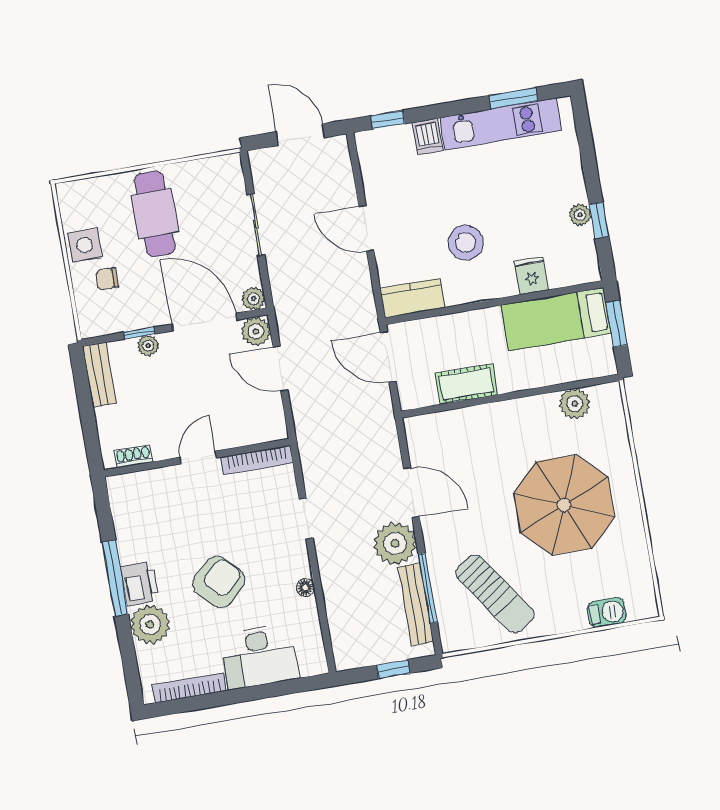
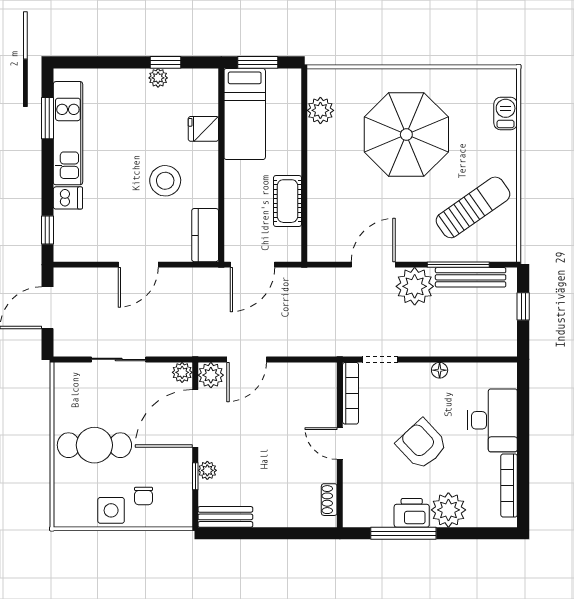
shoe rack: (133, 456) -> (329, 500), moved
door: (198, 457) -> (340, 444), moved
wall: (197, 458) -> (340, 445), moved
bookcase: (257, 460) -> (351, 393), moved

